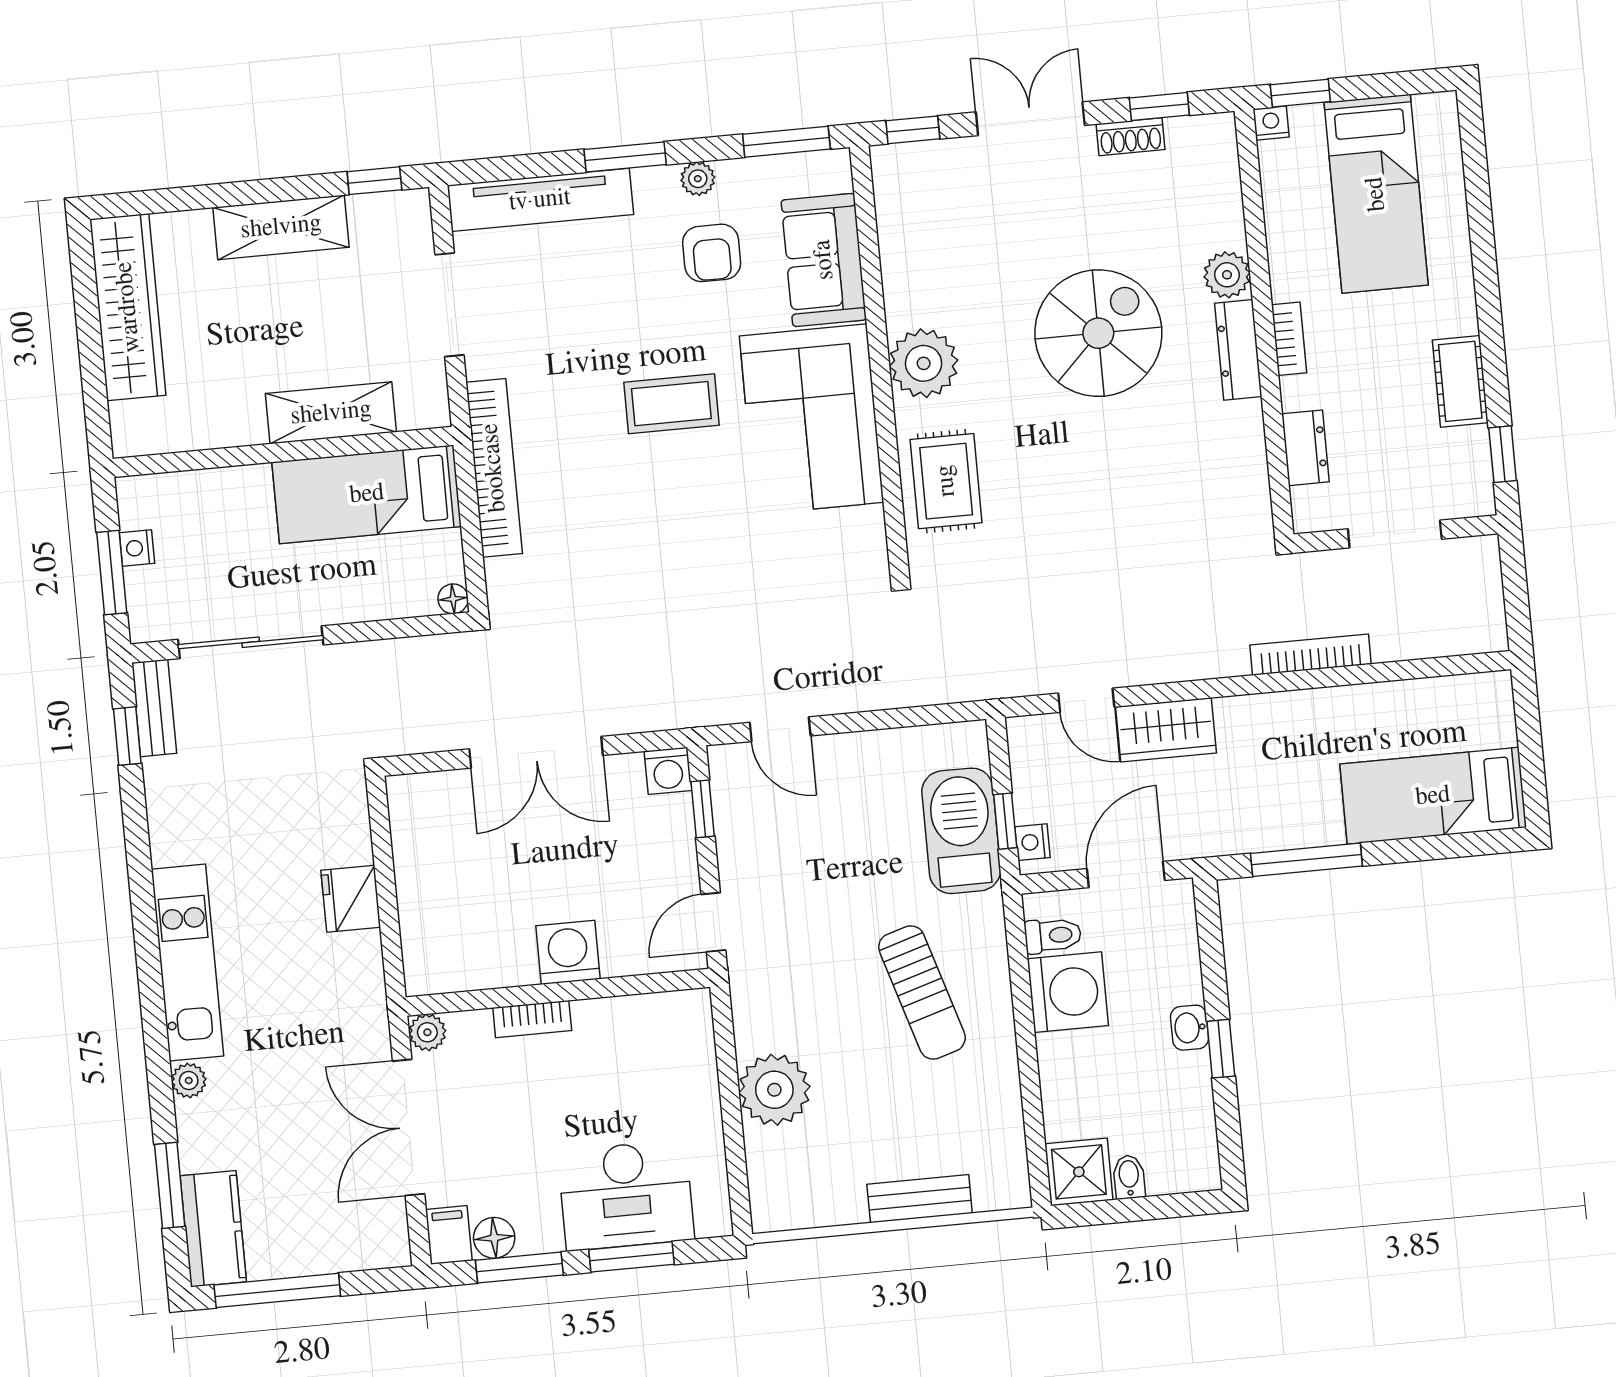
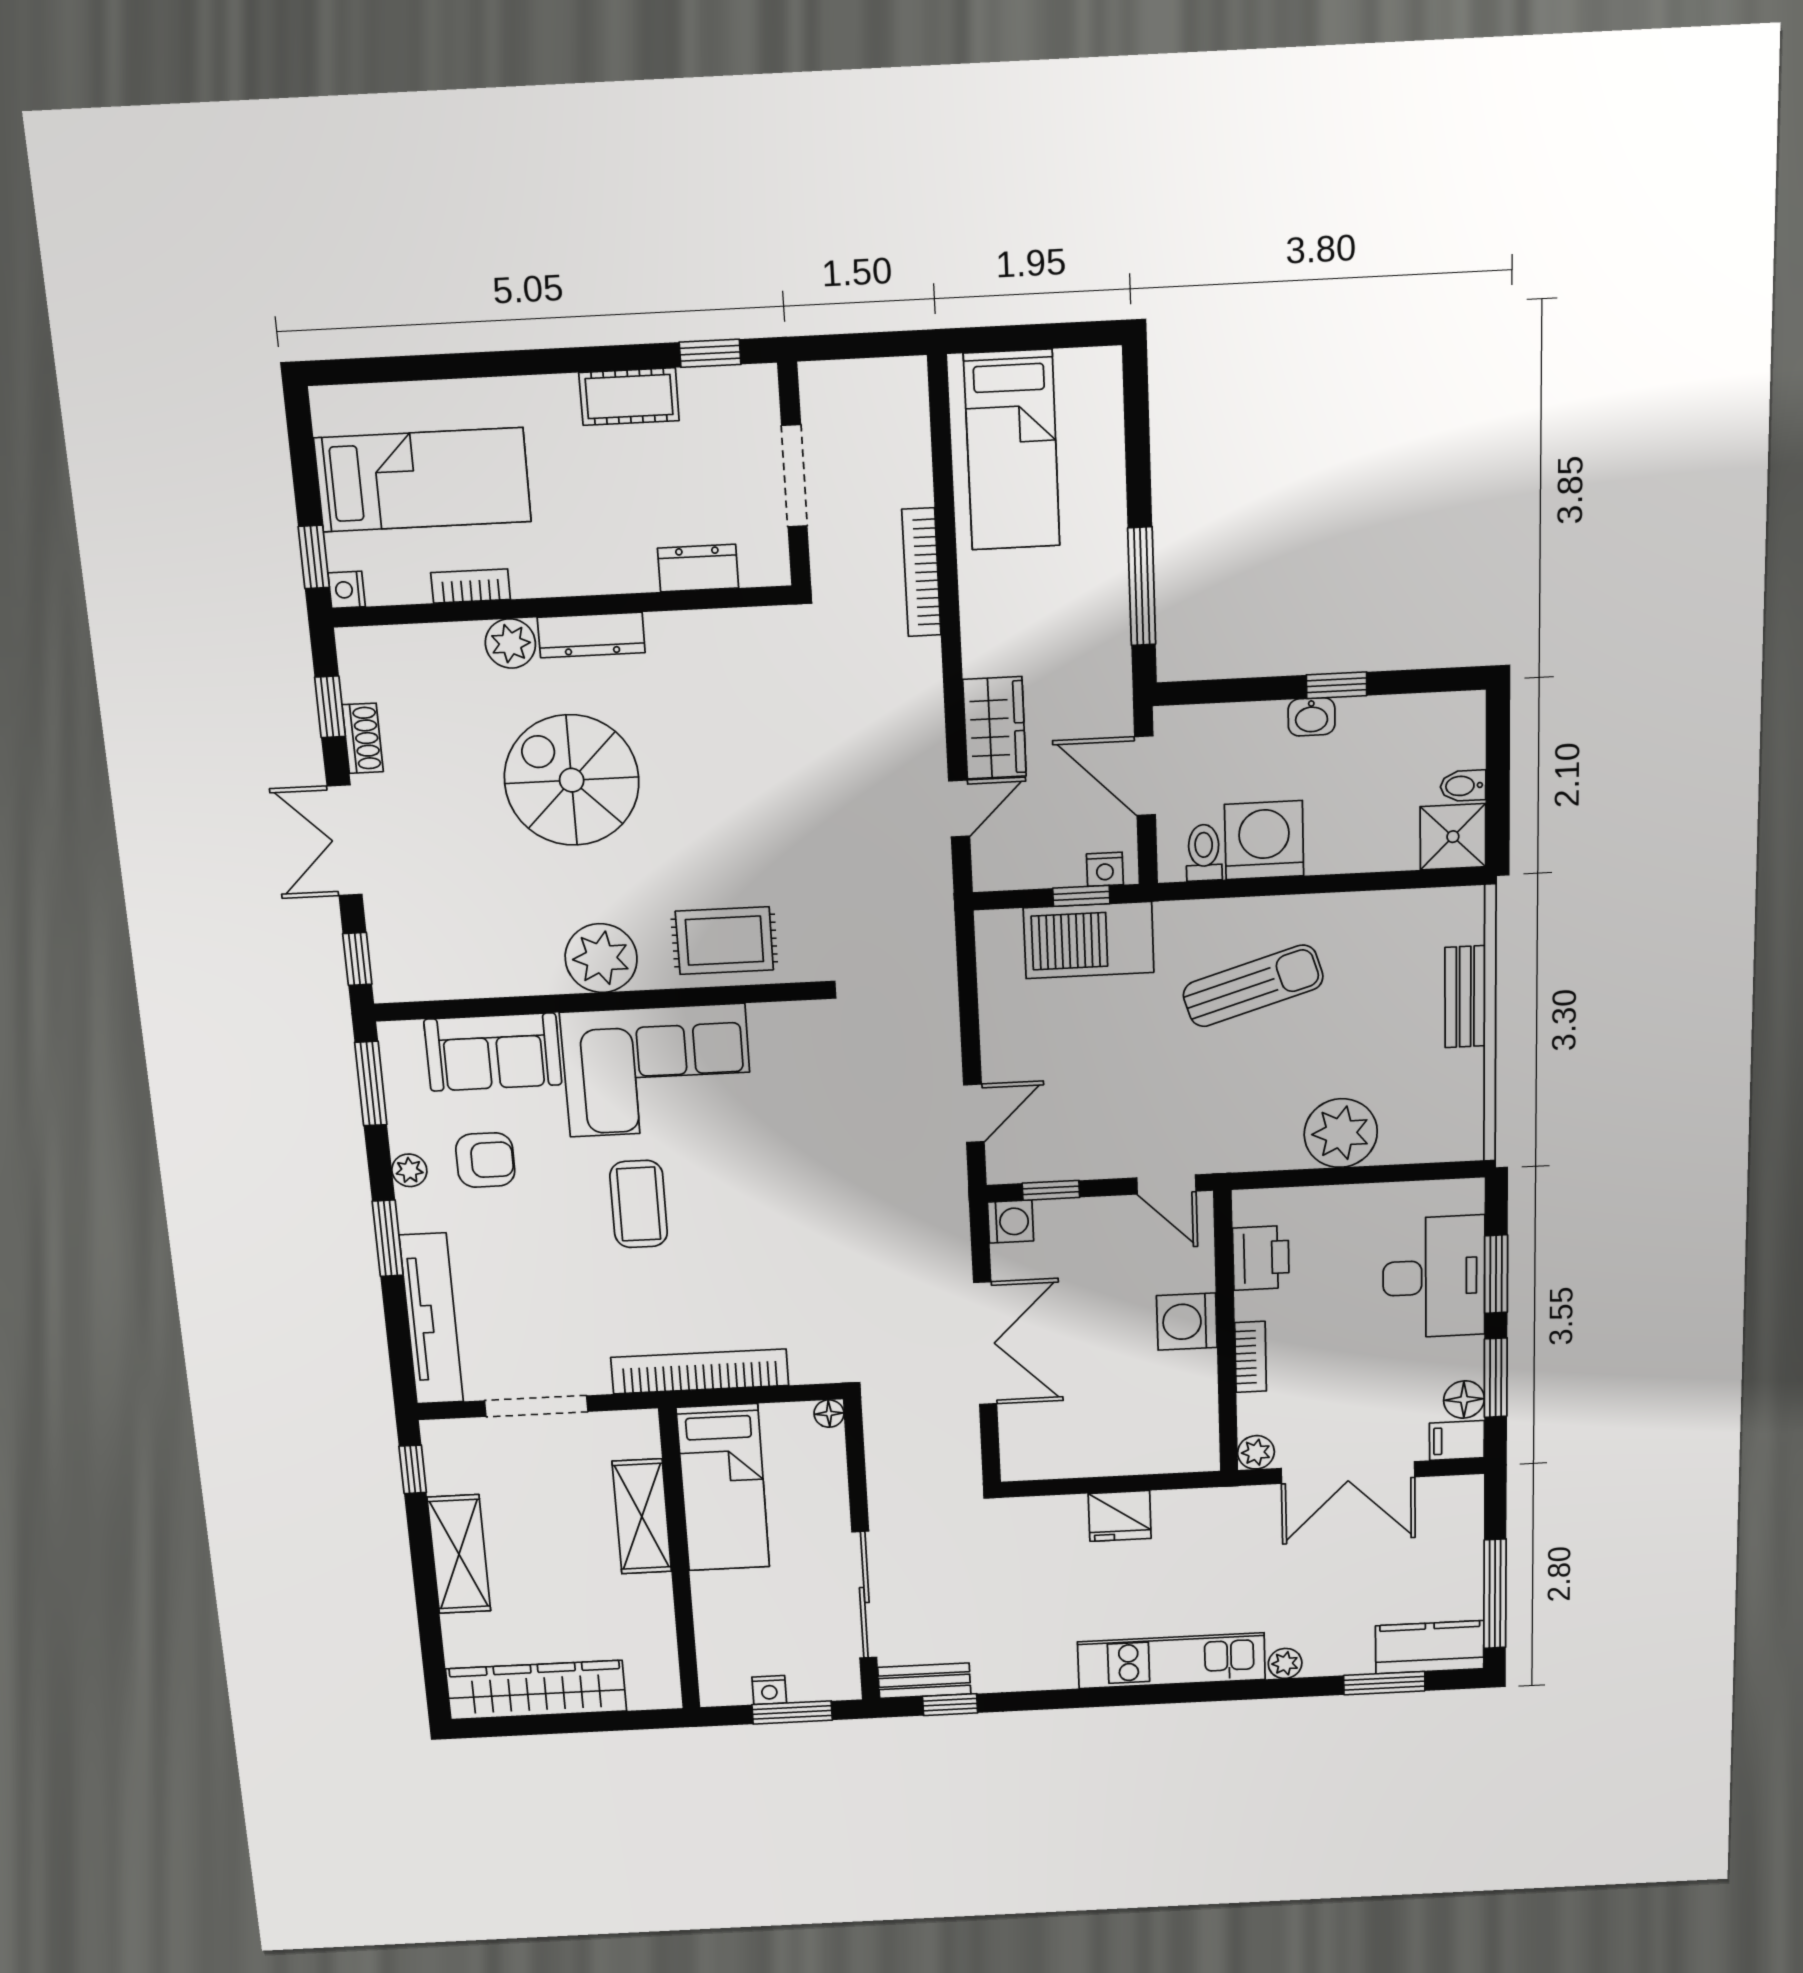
bookcase: (1289, 339) -> (471, 586), moved
bed: (1433, 796) -> (1012, 450), moved
printer: (639, 1021) -> (1261, 1258), added

